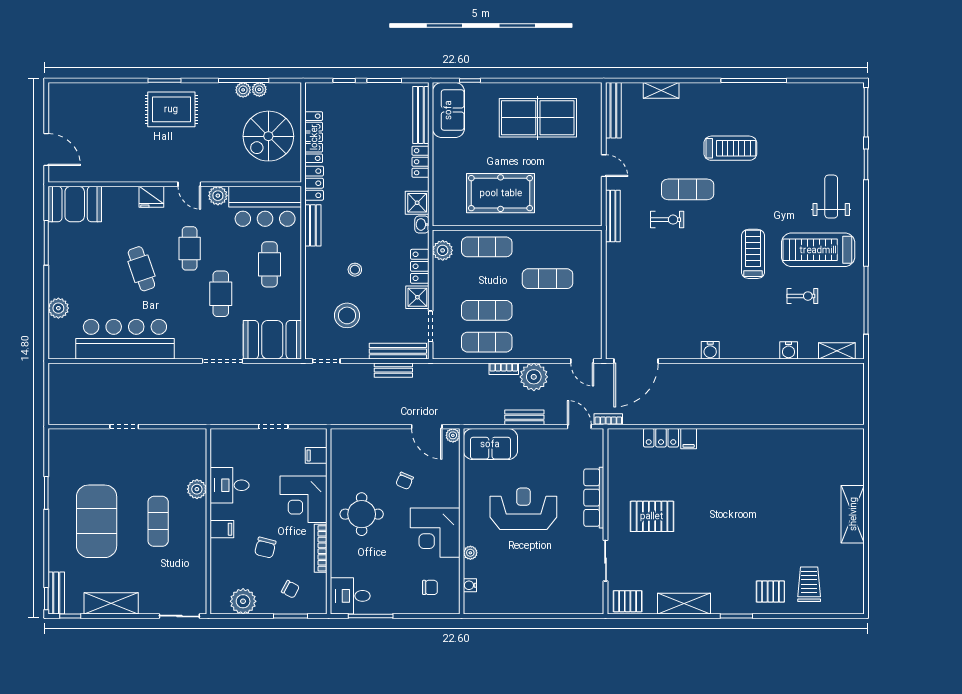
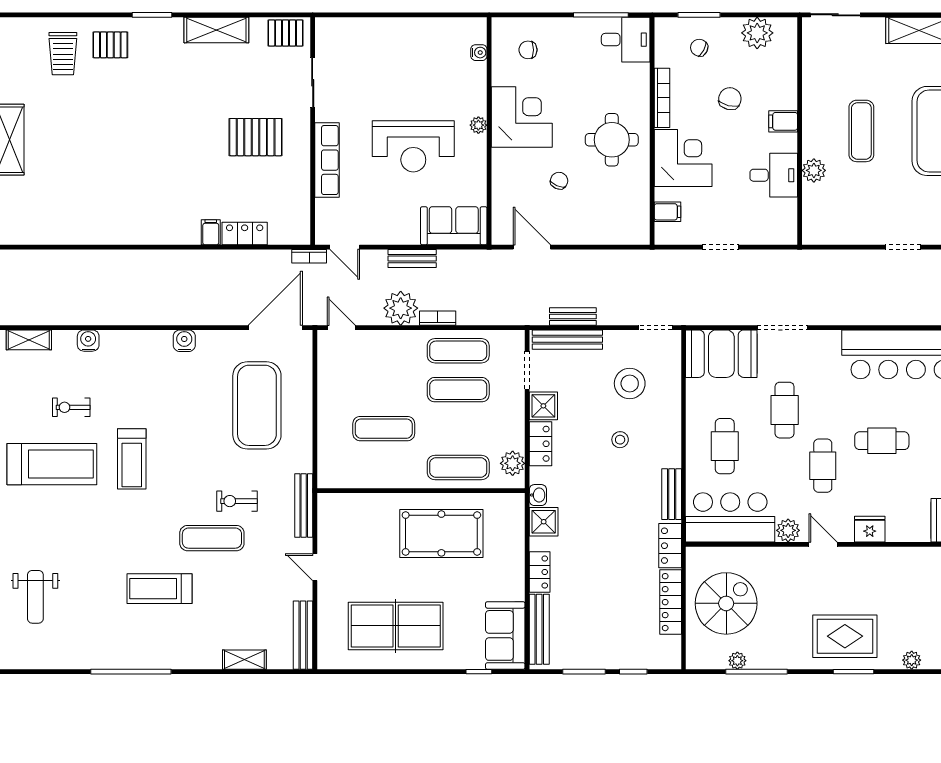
plant: (243, 90) -> (912, 660), moved
weight bench: (831, 197) -> (35, 597), moved
cafe table: (141, 269) -> (882, 441), turned -71
exercise mat: (651, 298) -> (257, 405), added
plant: (453, 435) -> (500, 236), removed
plant: (470, 553) -> (478, 125), moved

